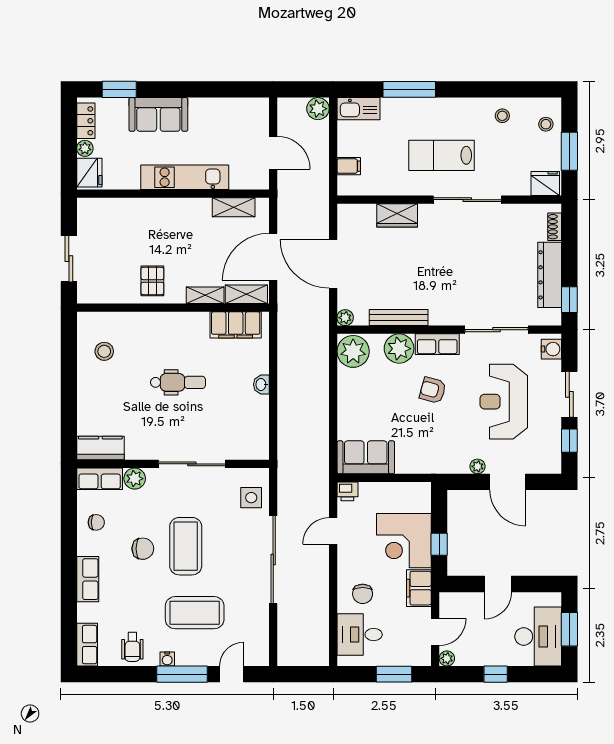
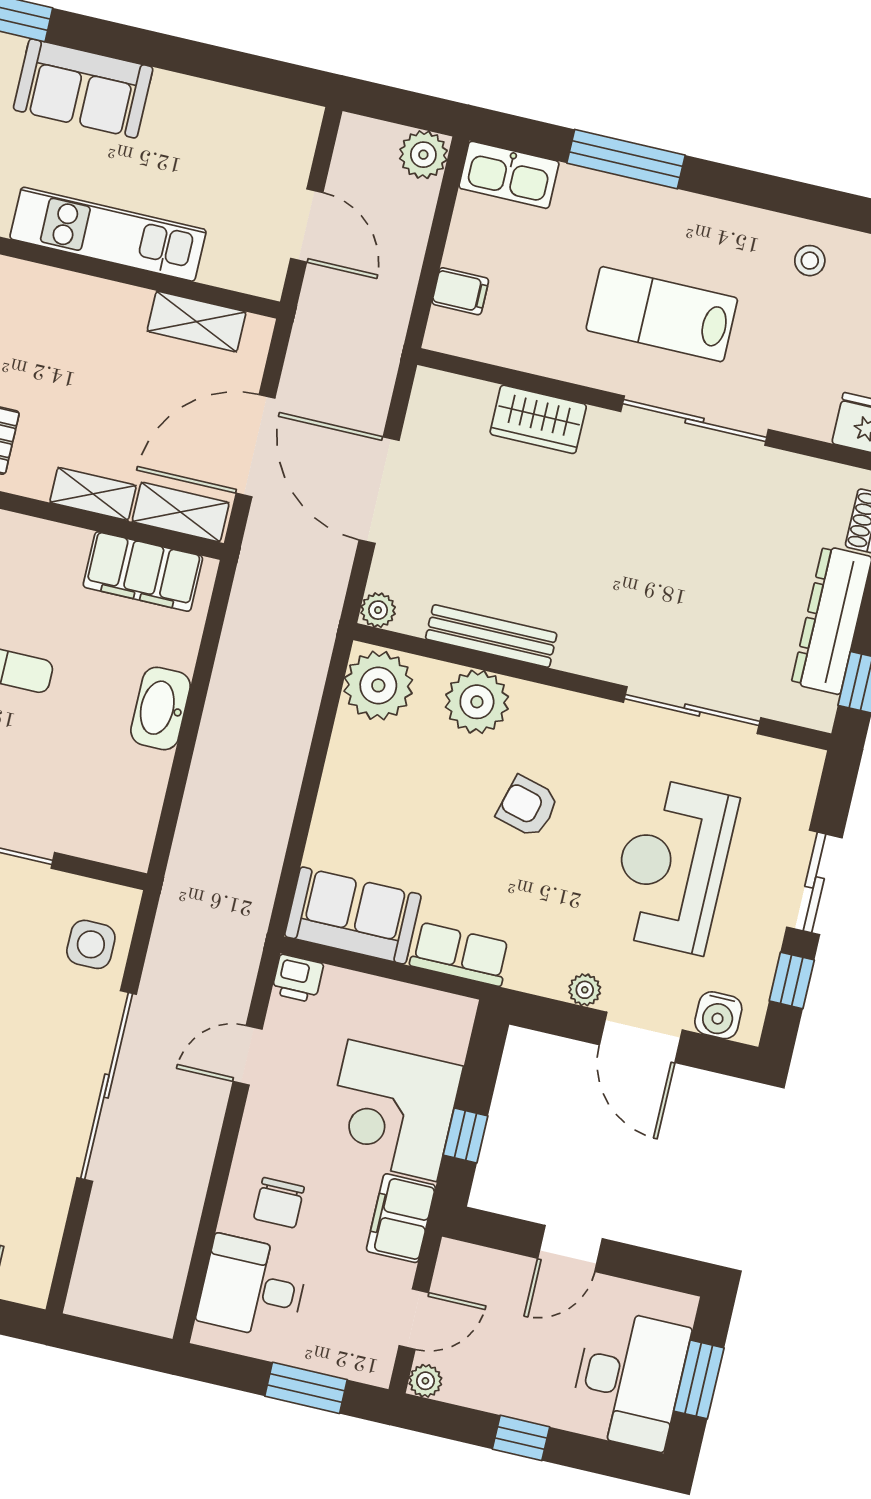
row of seats: (437, 344) -> (460, 954), moved, turned 180
water cooler: (551, 349) -> (718, 1015), moved, turned 90
washbasin: (261, 384) -> (161, 708), width x1.91, depth x1.45

